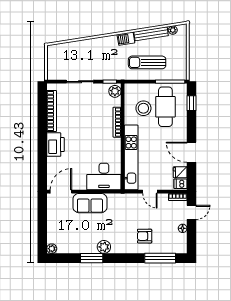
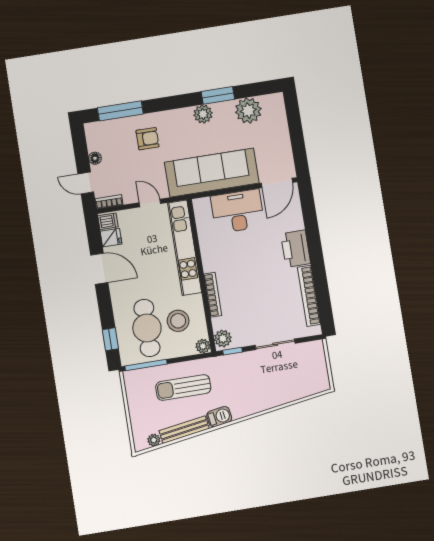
sun lounger: (147, 62) -> (183, 387), turned 180
plant: (129, 88) -> (203, 346), added
desk: (104, 176) -> (238, 211), moved
sofa: (90, 203) -> (212, 173), width x1.85, depth x1.27
door: (192, 212) -> (86, 183), hinge flipped
plant: (52, 249) -> (248, 111), moved, width x1.88, depth x1.88

